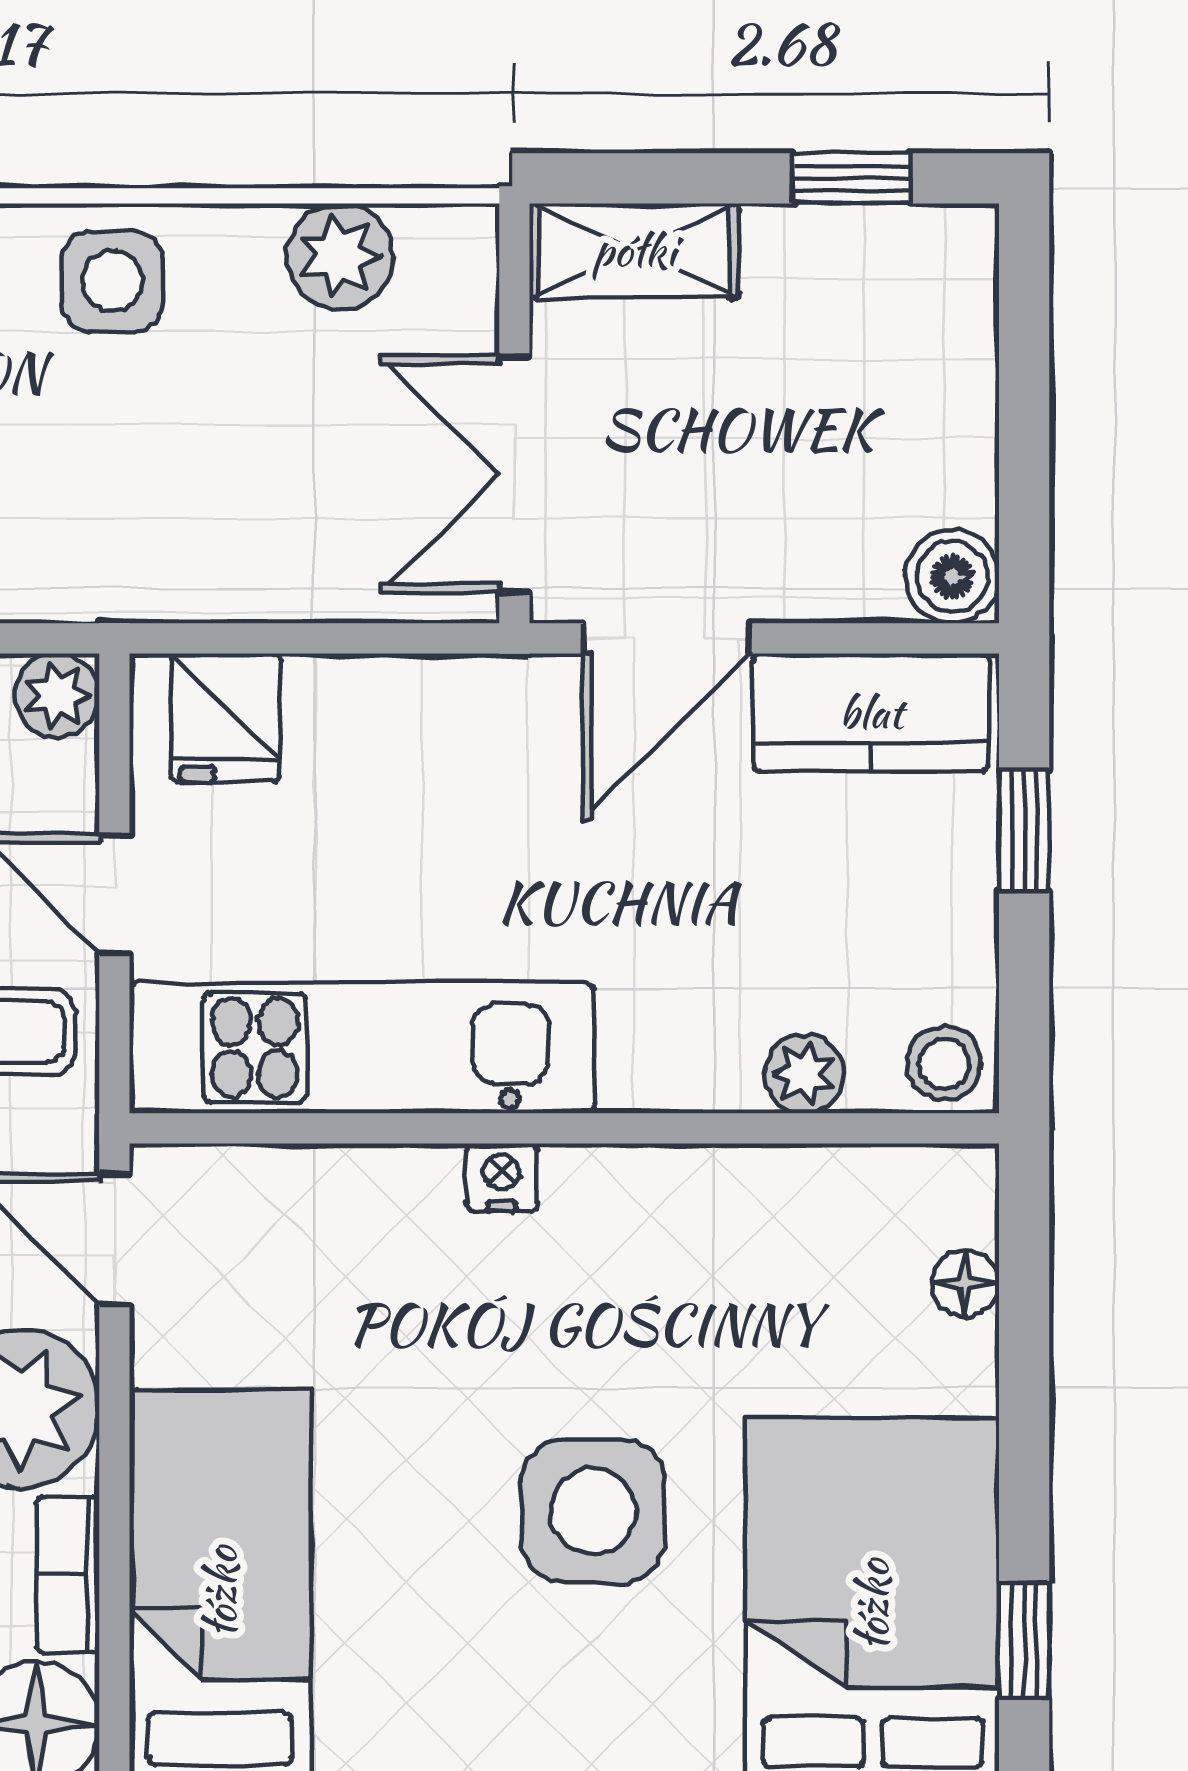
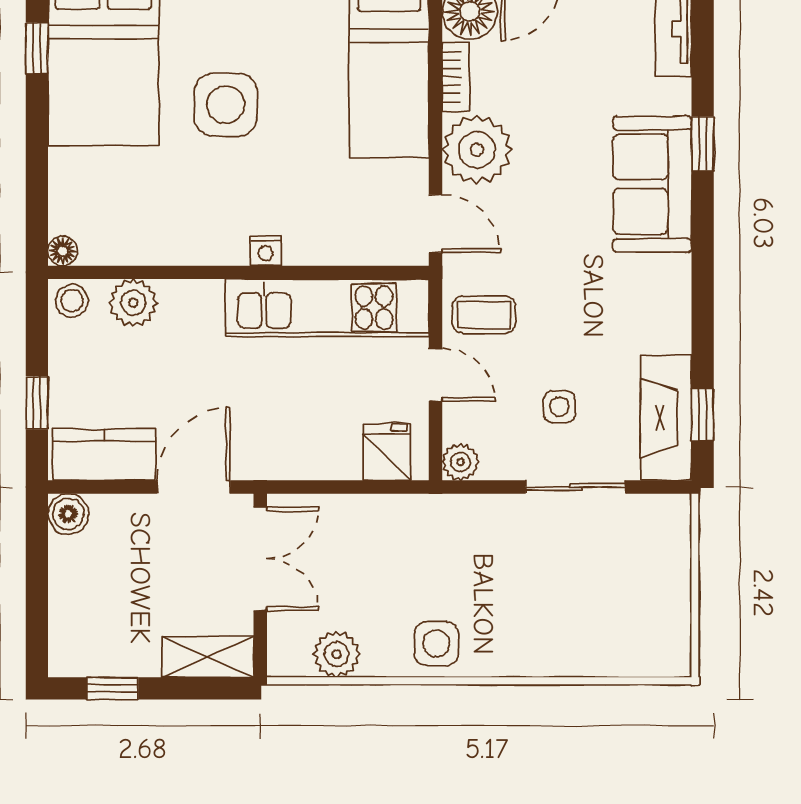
plant: (804, 1074) -> (133, 303), width x1.38, depth x1.38
floor lamp: (965, 1284) -> (63, 251), moved

